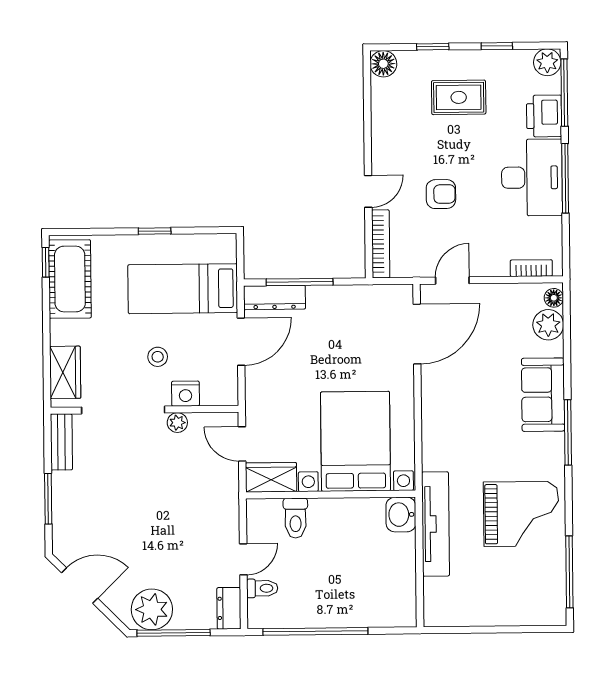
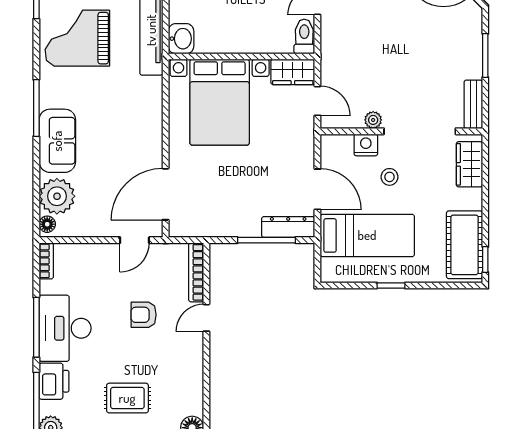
bookcase: (531, 268) -> (46, 261), moved, turned -90
plant: (548, 325) -> (57, 196), width x1.36, depth x1.36
door: (241, 342) -> (317, 189), swing flipped
toilet: (295, 518) -> (304, 36), moved

